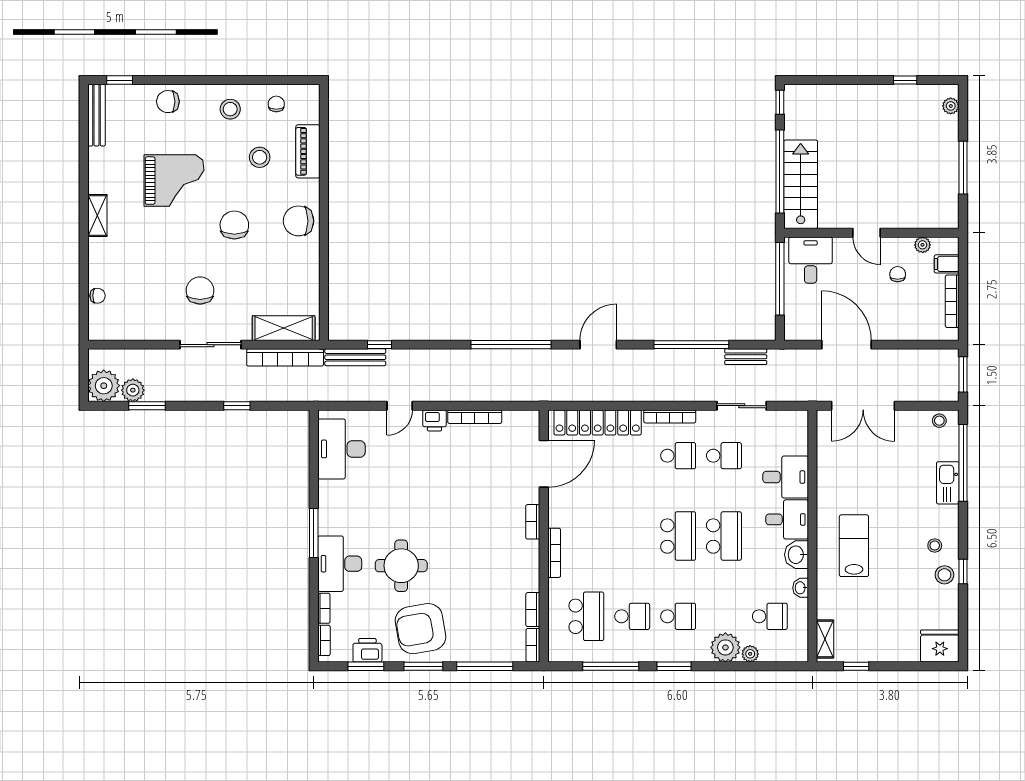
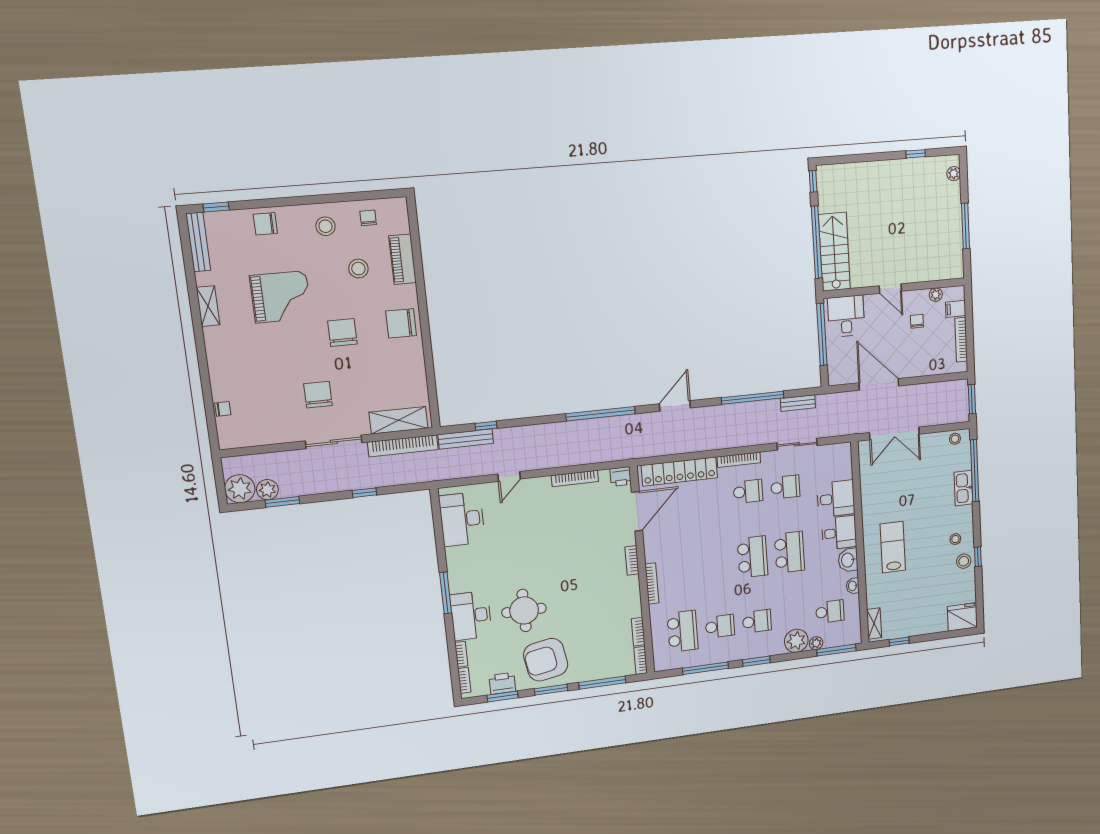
shelving: (97, 215) -> (208, 306), moved
printer: (434, 420) -> (621, 476), moved
window: (775, 666) -> (836, 650), added

